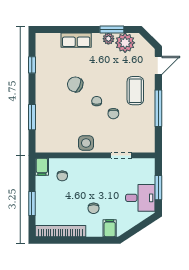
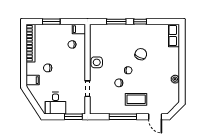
window: (112, 30) -> (182, 82), removed
row of seats: (76, 40) -> (174, 36), moved
plant: (125, 43) -> (172, 92), removed
window: (32, 65) -> (140, 22), moved
window: (158, 188) -> (73, 117), moved

